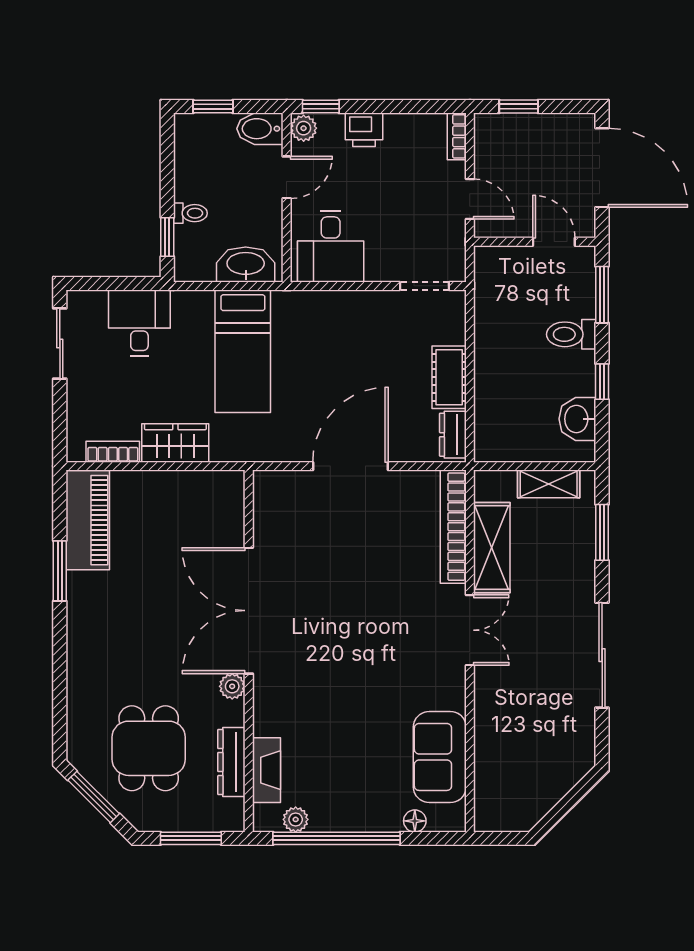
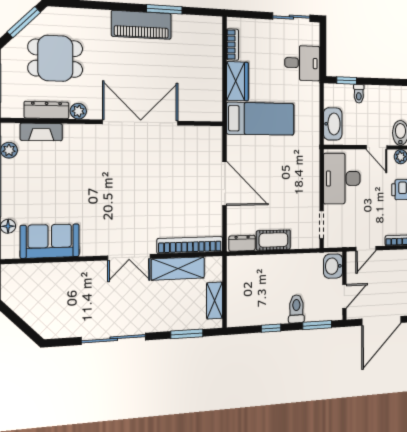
desk: (331, 247) -> (342, 178), width x1.37
bed: (243, 351) -> (261, 119), moved, turned 180
washbasin: (577, 419) -> (333, 266), moved, turned -90
piano: (88, 520) -> (141, 25), moved
plant: (232, 686) -> (78, 111), moved

